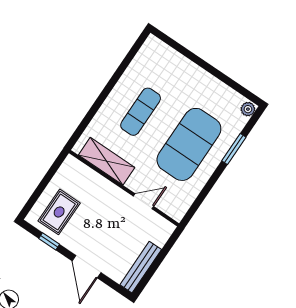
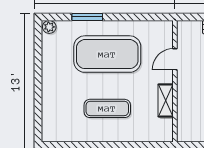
shelving: (107, 161) -> (166, 100), width x0.67, depth x0.75
door: (144, 201) -> (175, 59), hinge flipped

